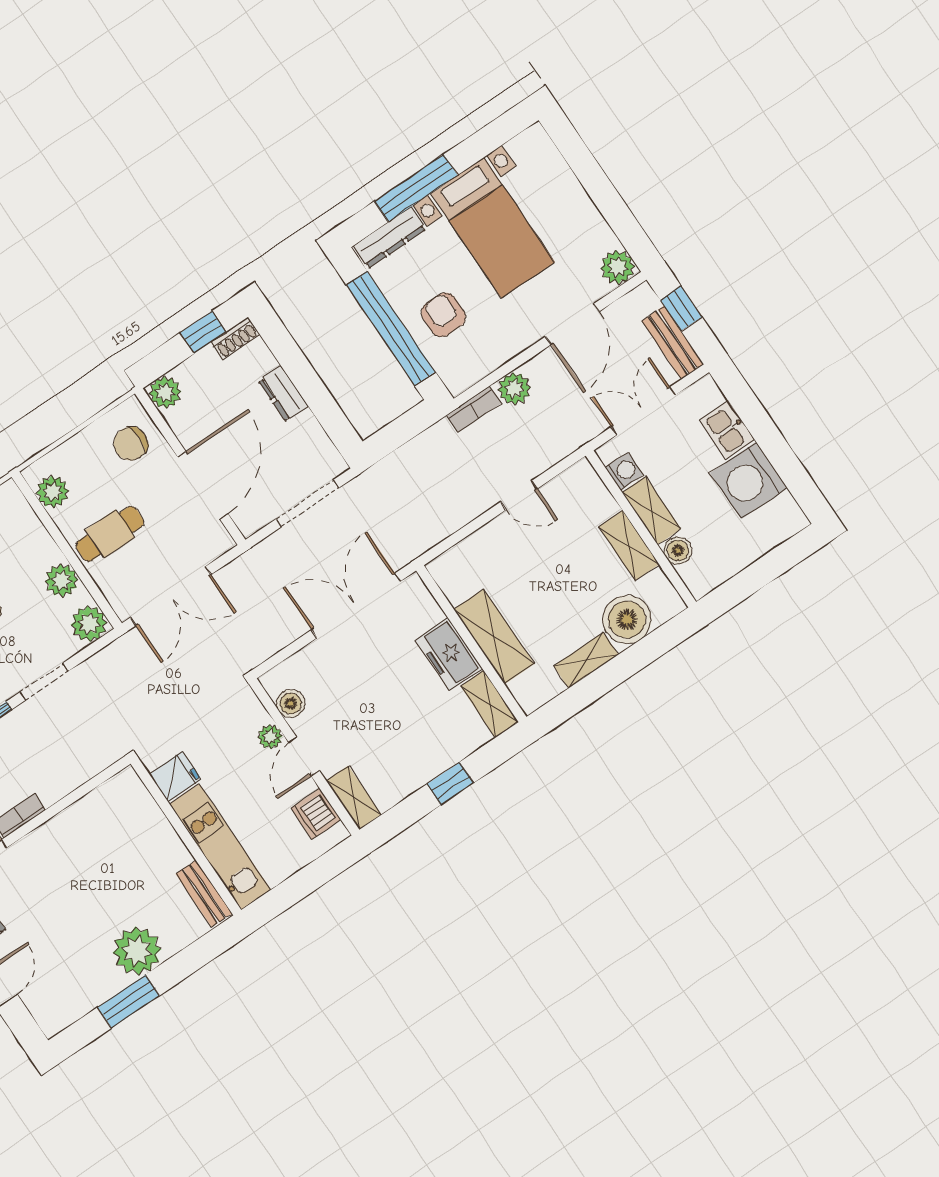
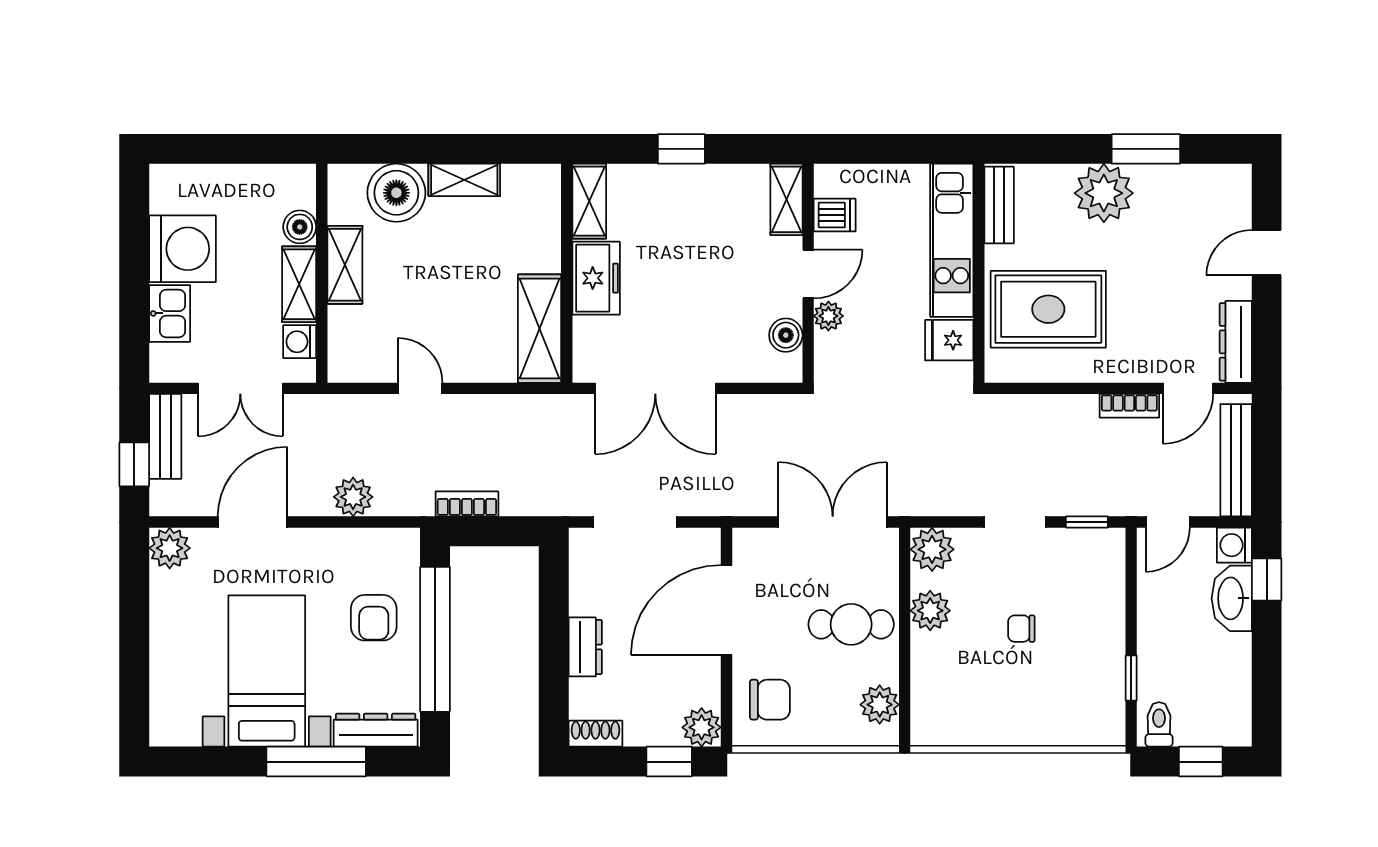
window: (203, 332) -> (669, 762), moved
bookcase: (474, 409) -> (467, 504), moved
shelving: (494, 637) -> (540, 329), moved
dishwasher: (316, 814) -> (835, 215), width x0.73
rug: (121, 845) -> (1048, 309), added

